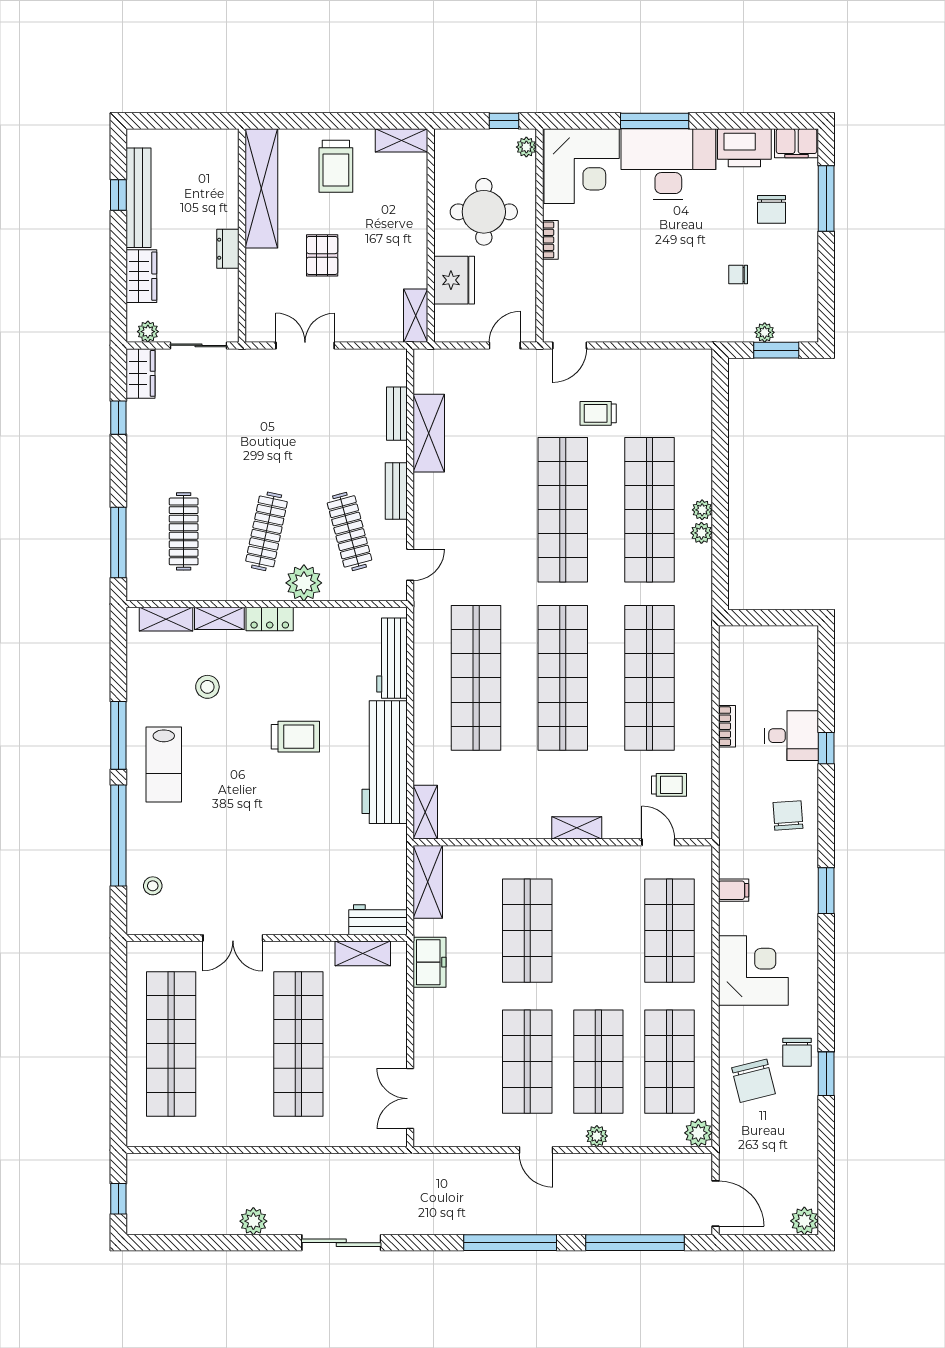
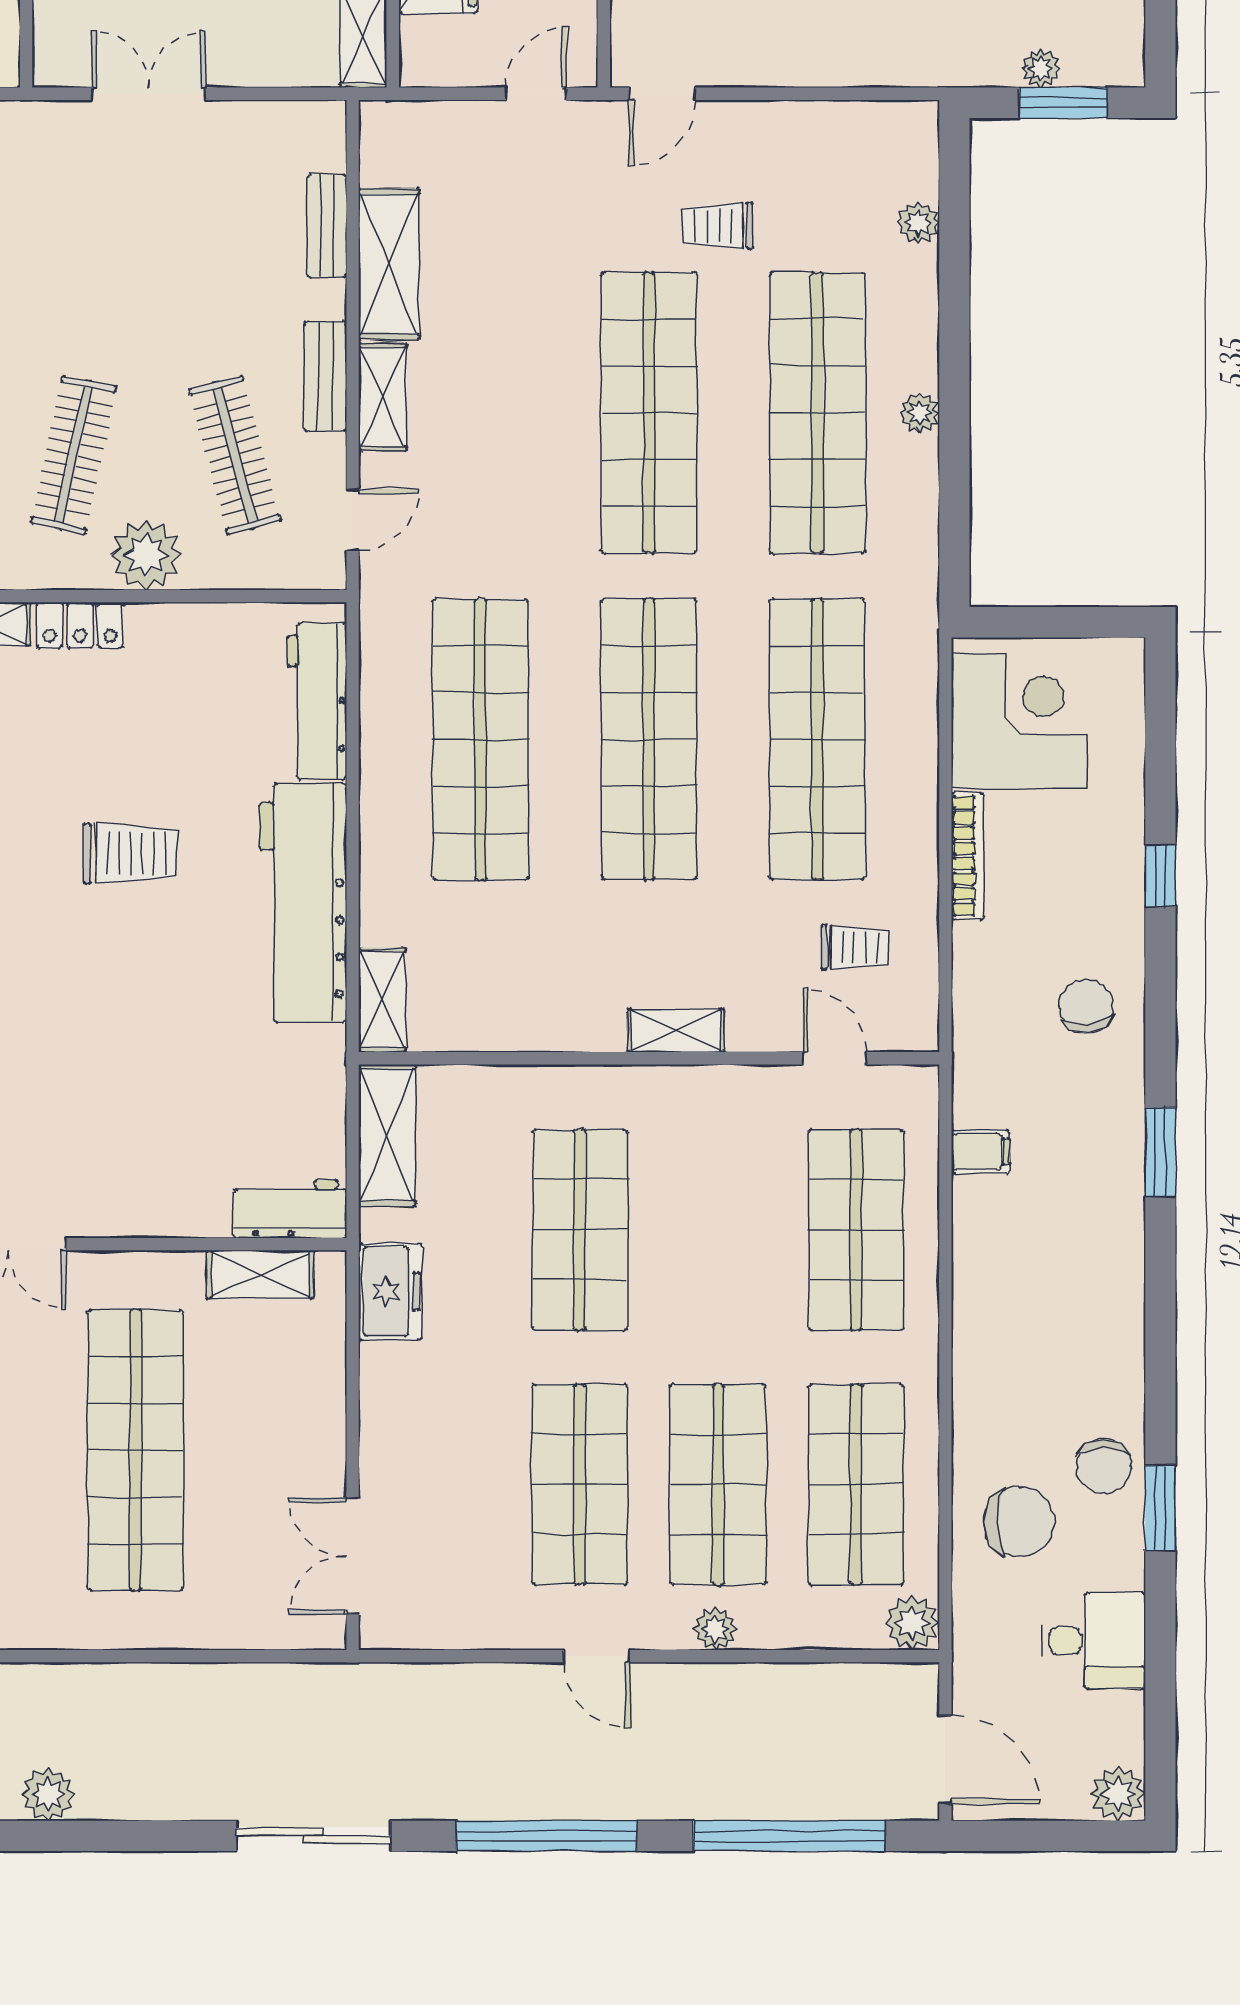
shelving: (426, 502) -> (383, 397), added
plant: (701, 533) -> (918, 223), moved
bookcase: (727, 726) -> (968, 856), width x1.56
desk: (792, 736) -> (1093, 1641), moved
corner desk: (753, 971) -> (1019, 721), moved
chair: (753, 1081) -> (1019, 1522), turned -76
sliding door: (341, 1243) -> (313, 1836), moved

